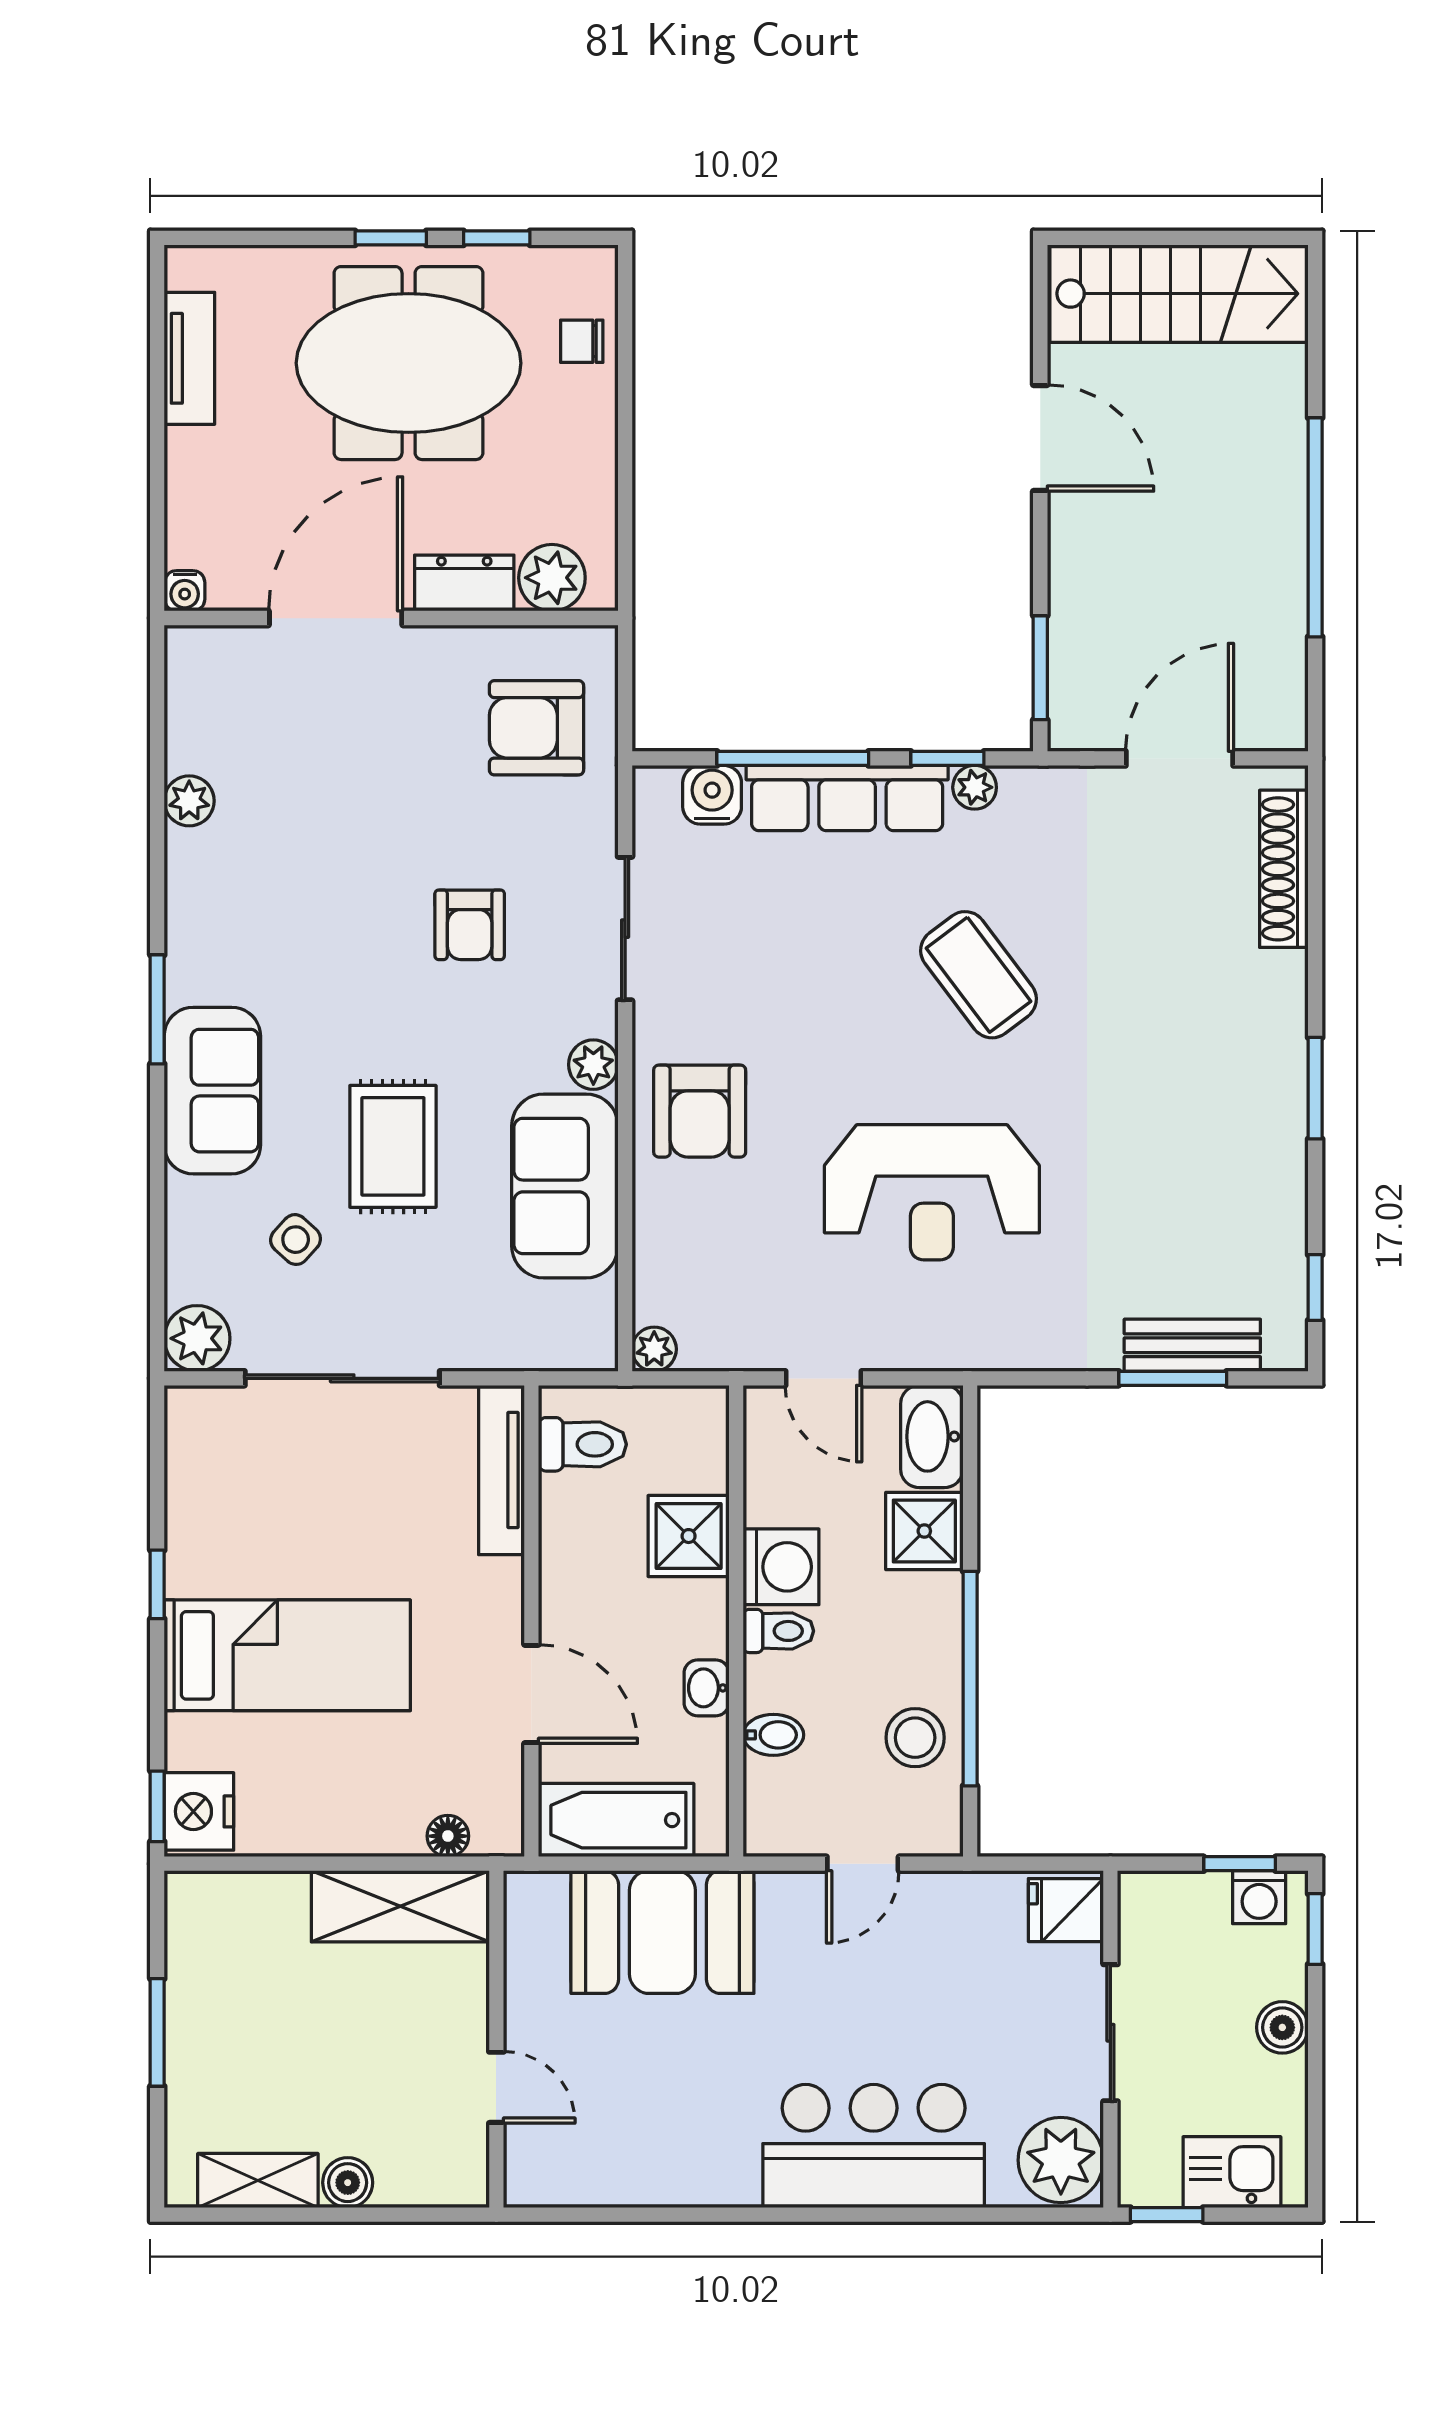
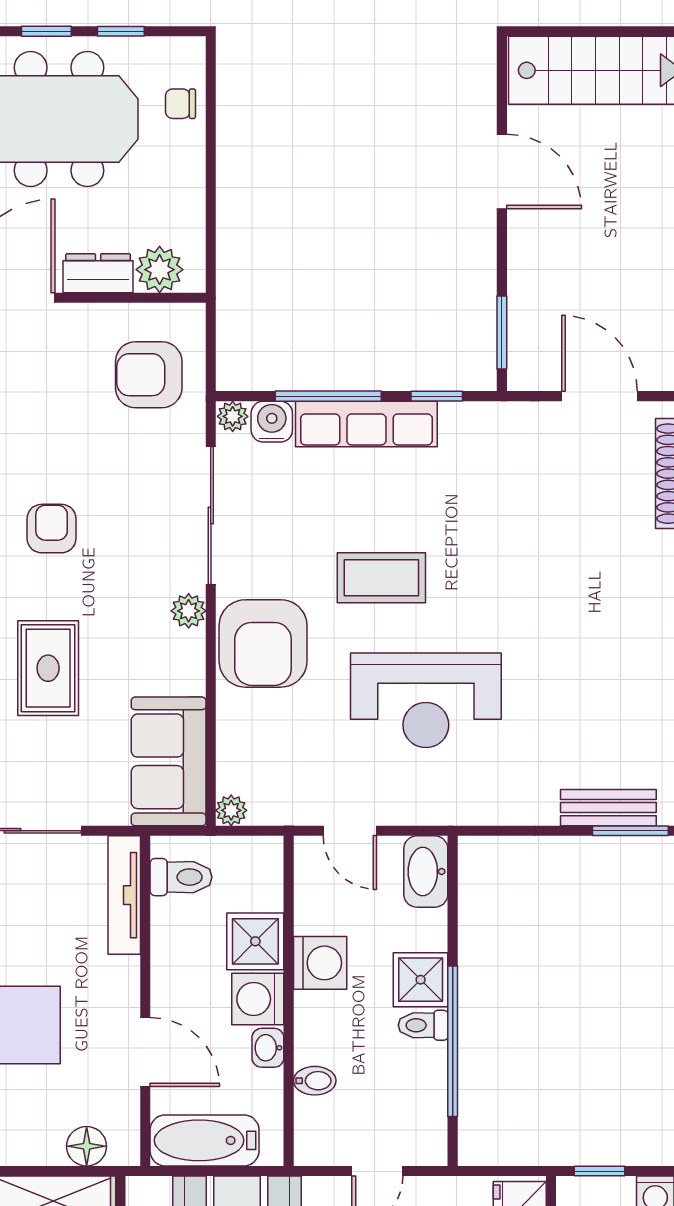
door: (1179, 758) -> (599, 396), hinge flipped
plant: (975, 787) -> (233, 416), moved
armchair: (470, 925) -> (52, 529), moved, turned 180
sliding door: (625, 929) -> (211, 515), width x1.37
coffee table: (979, 975) -> (381, 578), moved, turned -53
armchair: (700, 1111) -> (263, 643), width x1.36, depth x1.36
sofa: (565, 1186) -> (169, 761), moved
window: (1173, 1378) -> (630, 831), moved
shower: (924, 1531) -> (421, 980), moved
washing machine: (692, 1618) -> (258, 999), added
toilet: (778, 1631) -> (423, 1025), moved, turned 180
stool: (915, 1738) -> (414, 1083), removed
floor lamp: (448, 1836) -> (87, 1146), width x1.37, depth x1.37
window: (1240, 1864) -> (600, 1171), moved

